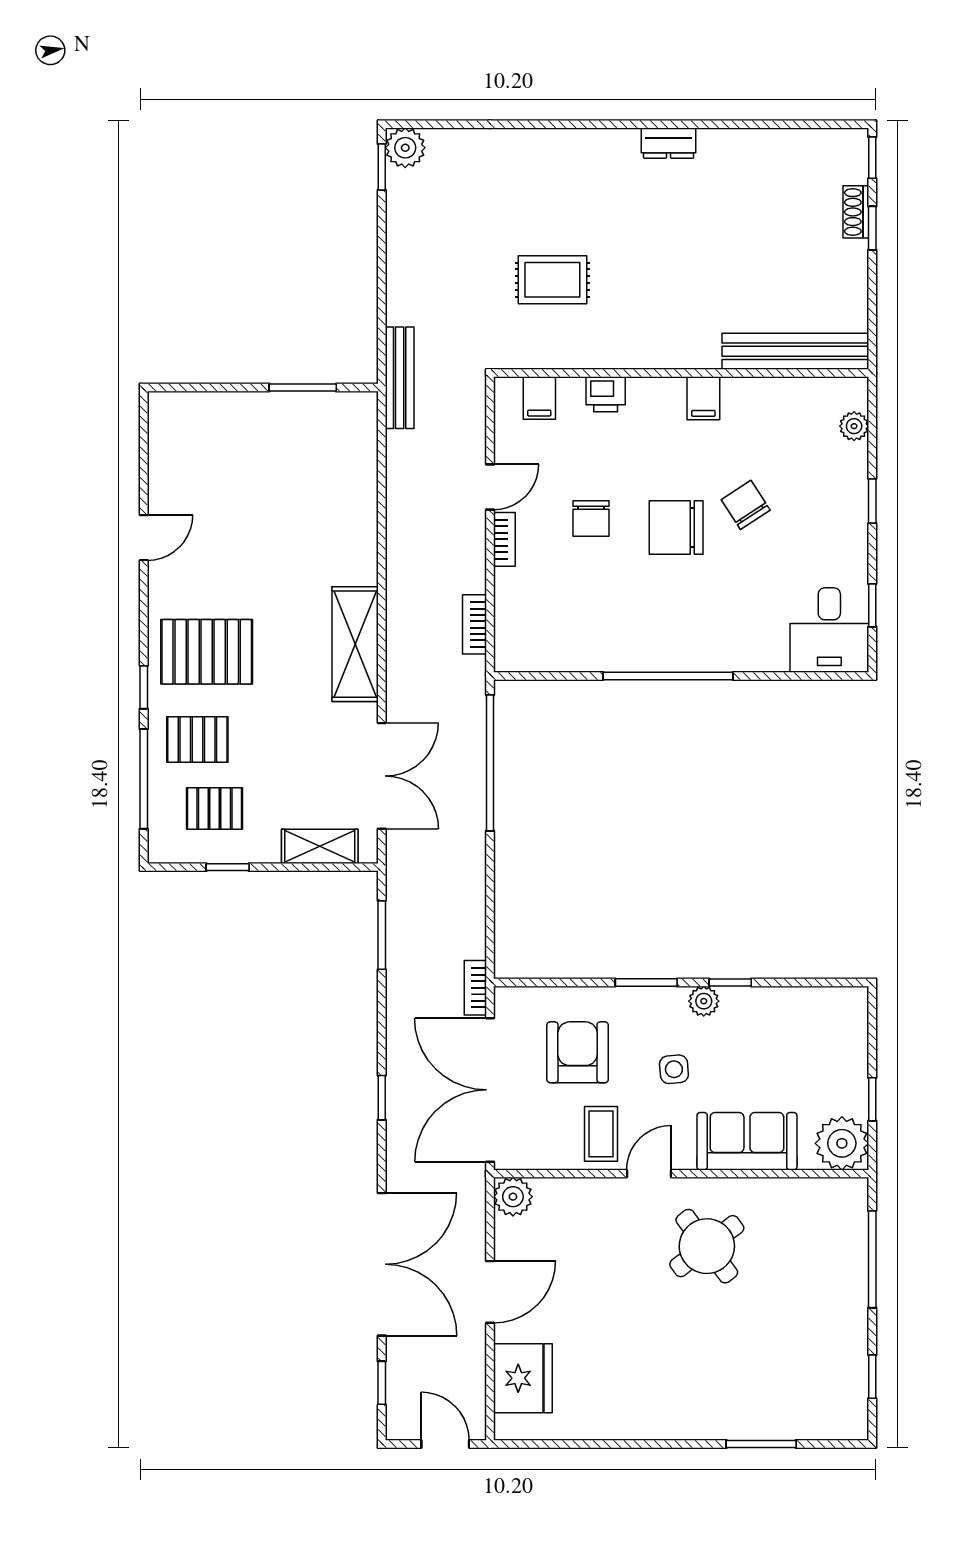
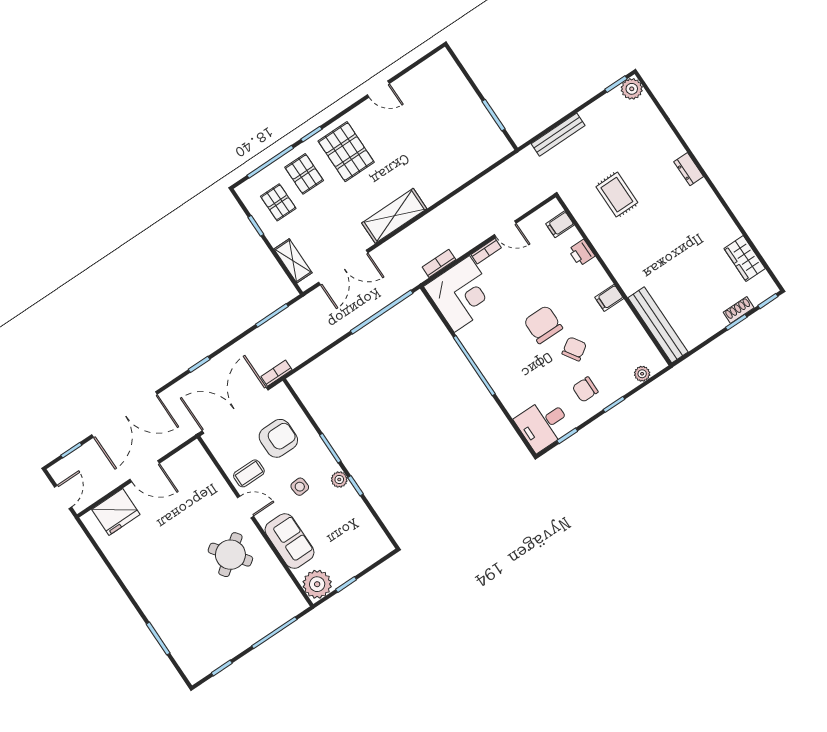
dresser: (669, 143) -> (689, 169), moved
wardrobe: (783, 149) -> (745, 258), added
bench: (400, 378) -> (558, 135), moved
chair: (591, 518) -> (585, 389), moved
corner desk: (545, 621) -> (462, 294), added
plant: (513, 1197) -> (194, 453), removed

